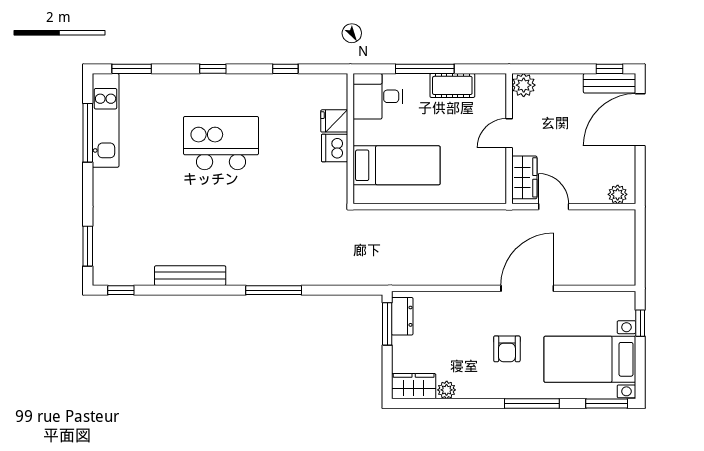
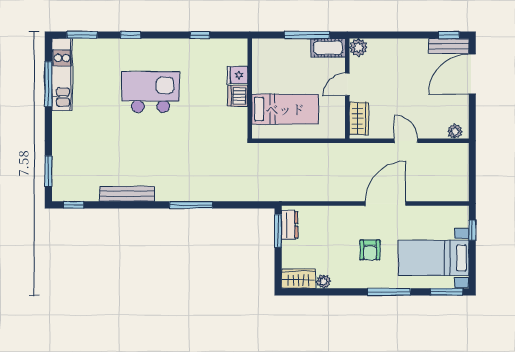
window: (213, 69) -> (130, 35), moved
plant: (524, 85) -> (358, 48), moved
desk: (378, 96) -> (271, 56), removed
door: (509, 133) -> (347, 84), moved
wall: (509, 139) -> (347, 89), moved
wardrobe: (524, 177) -> (359, 118), moved

